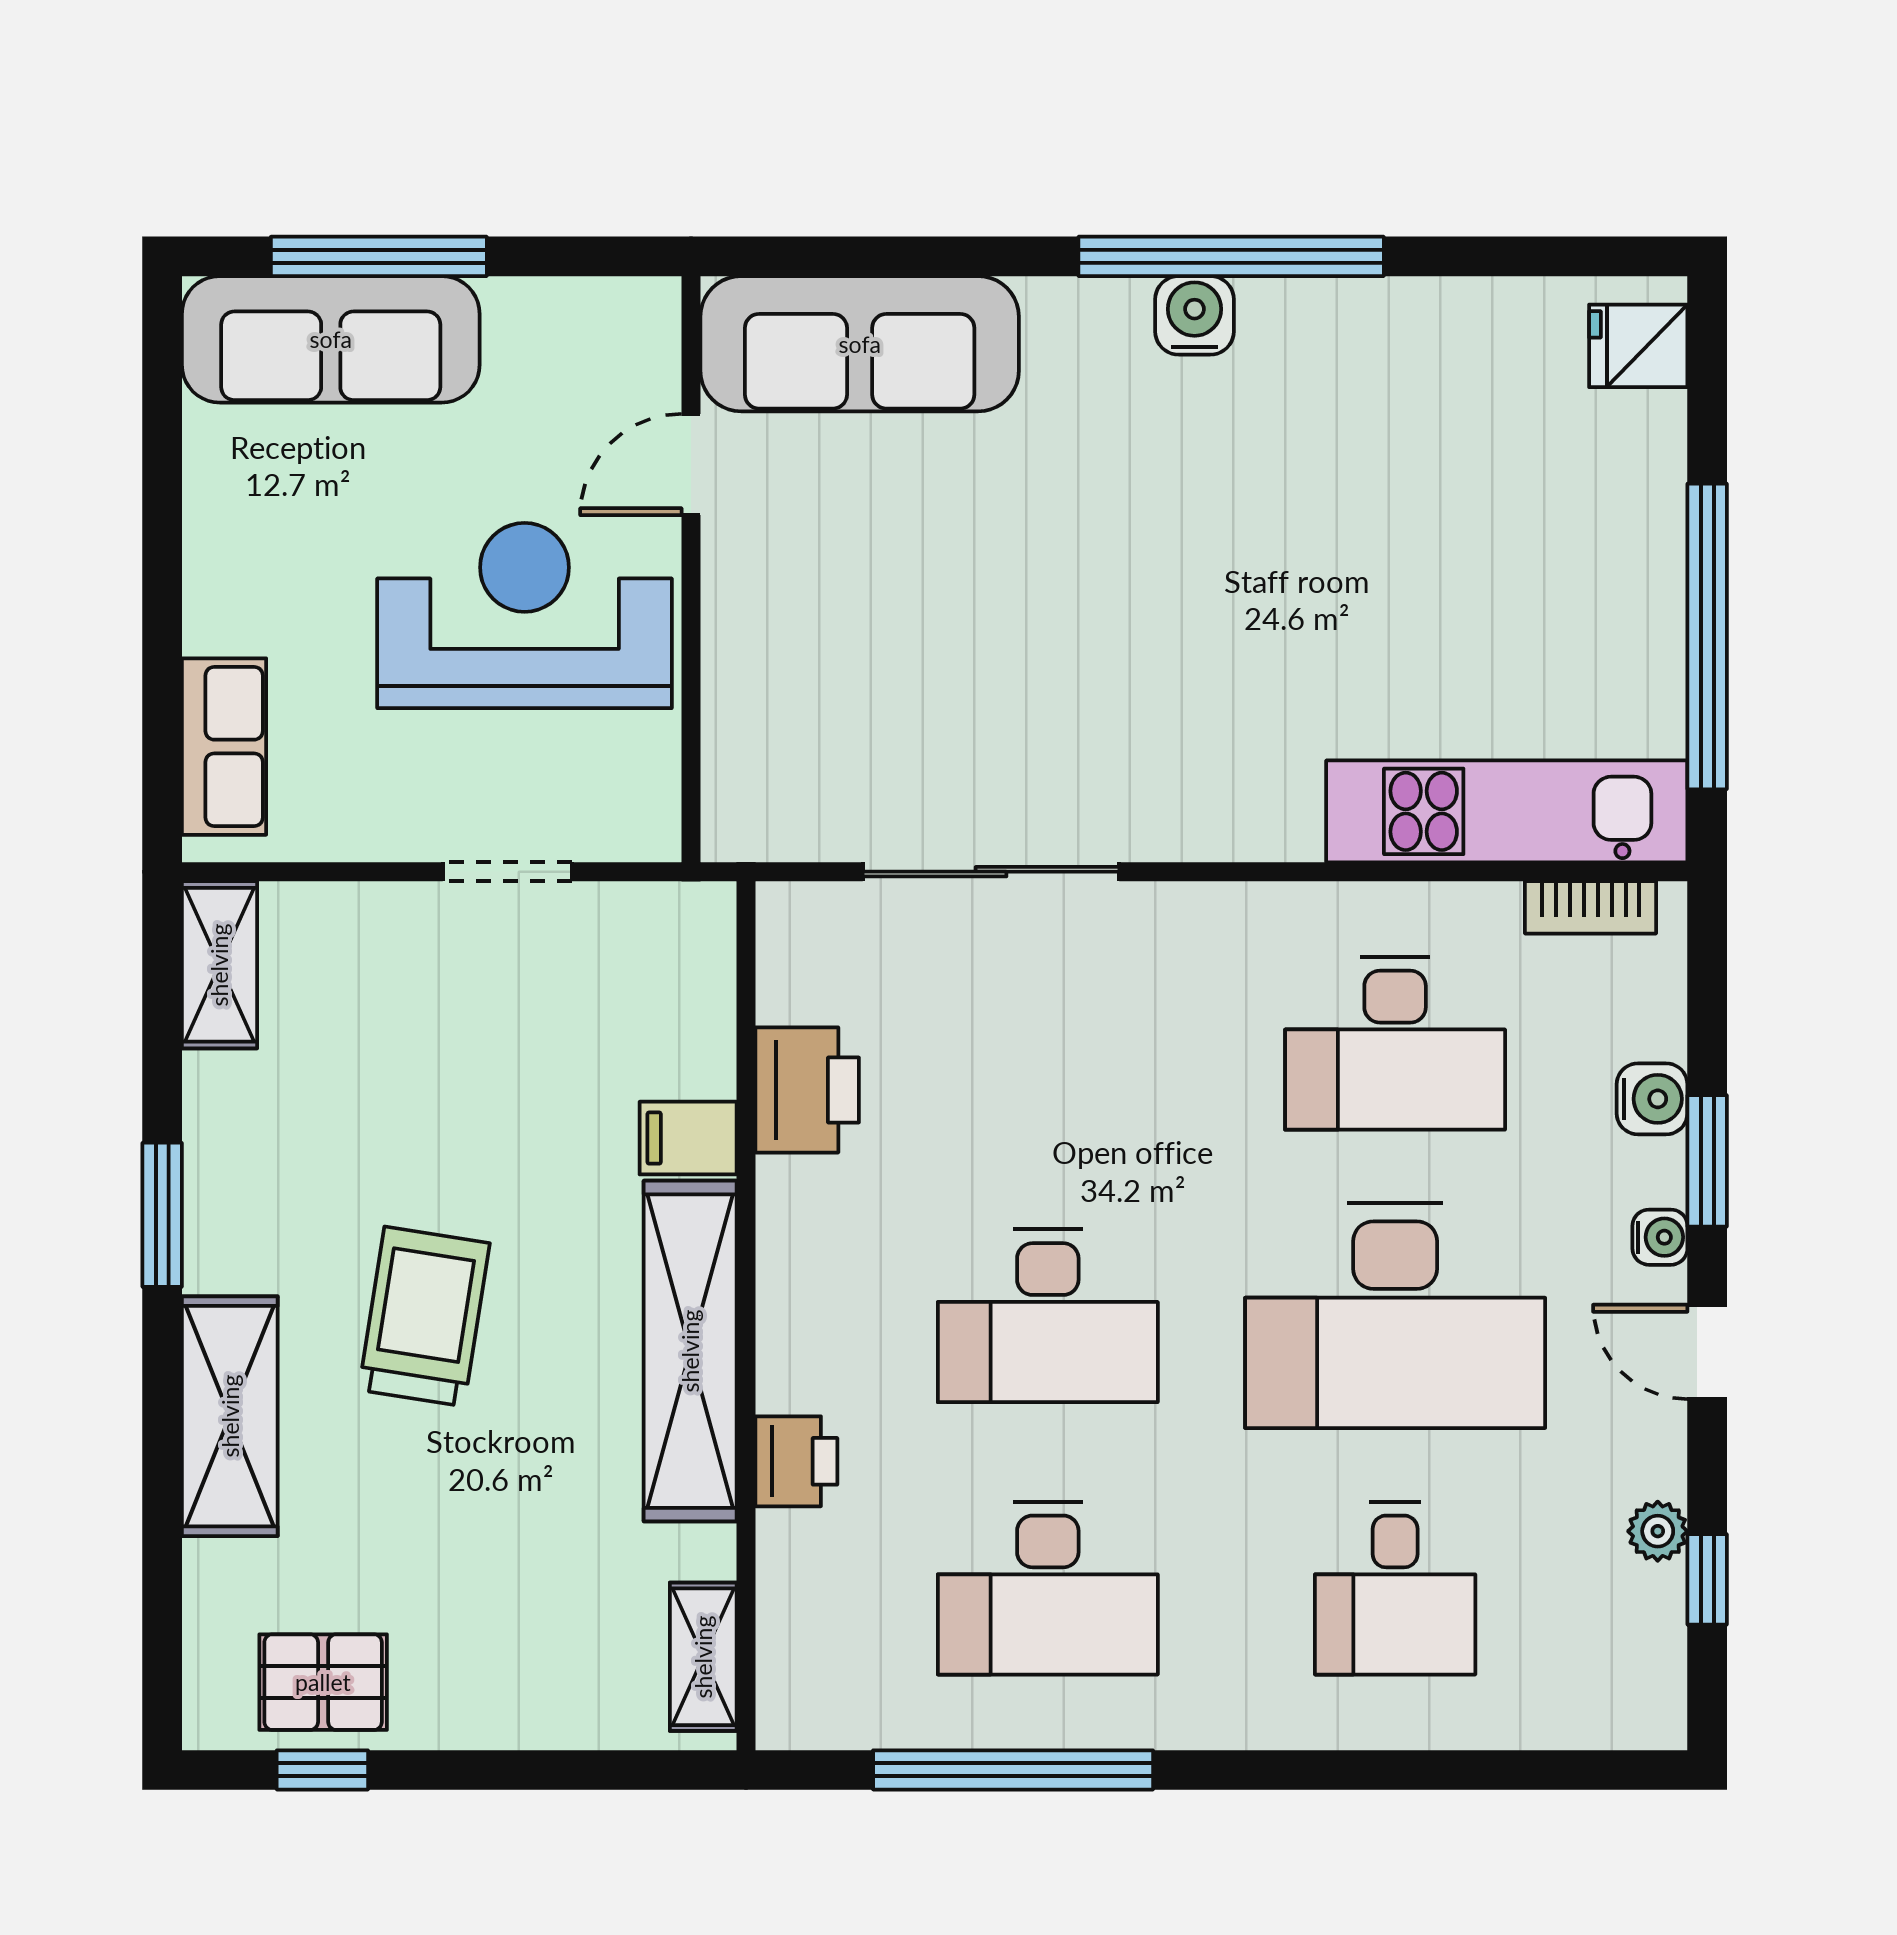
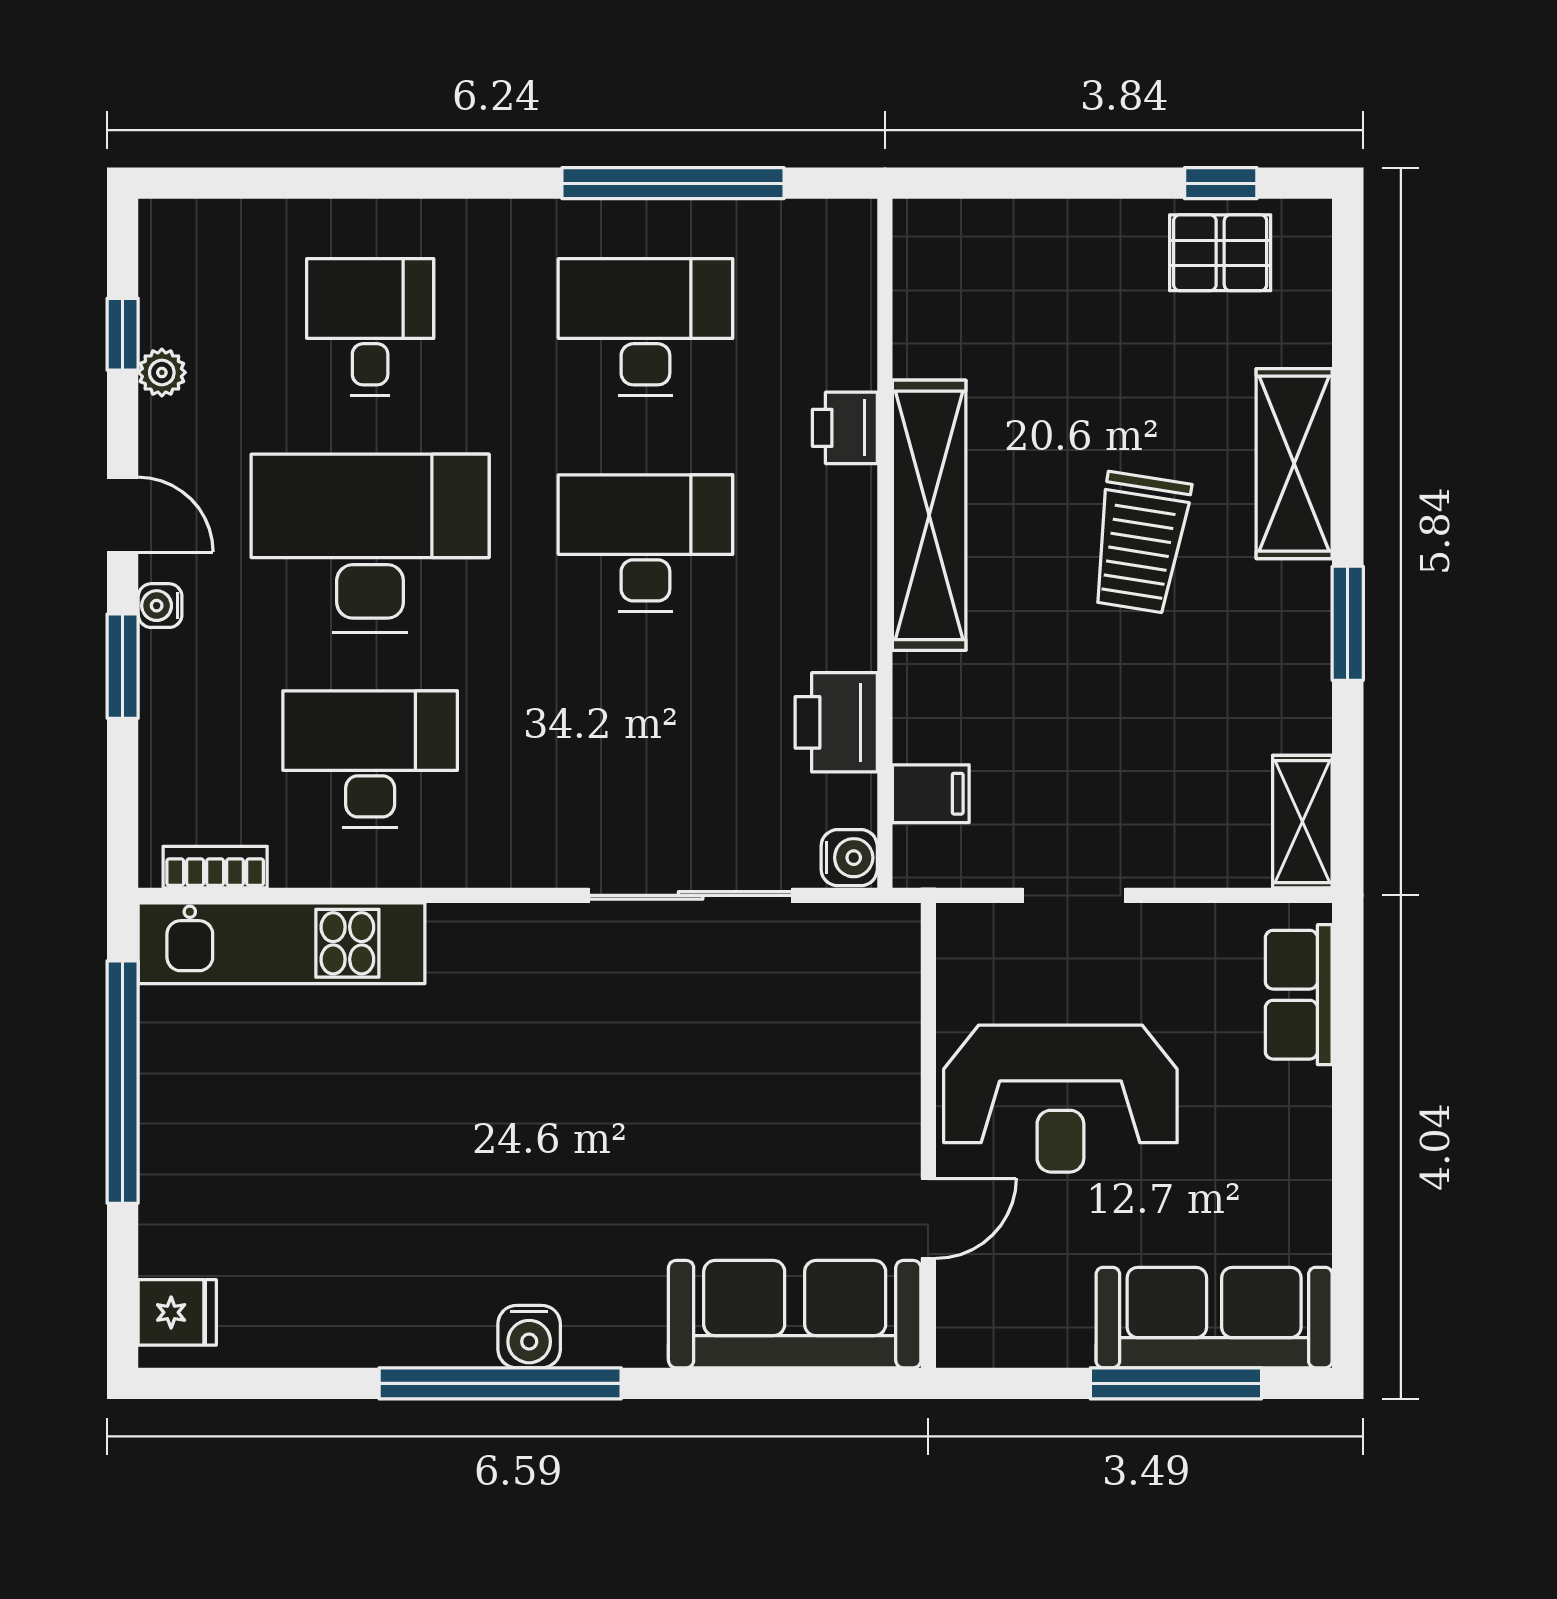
water cooler: (1652, 1099) -> (849, 858), moved, turned 180
filing cabinet: (688, 1138) -> (931, 794), moved
shelving: (703, 1657) -> (919, 273), removed

